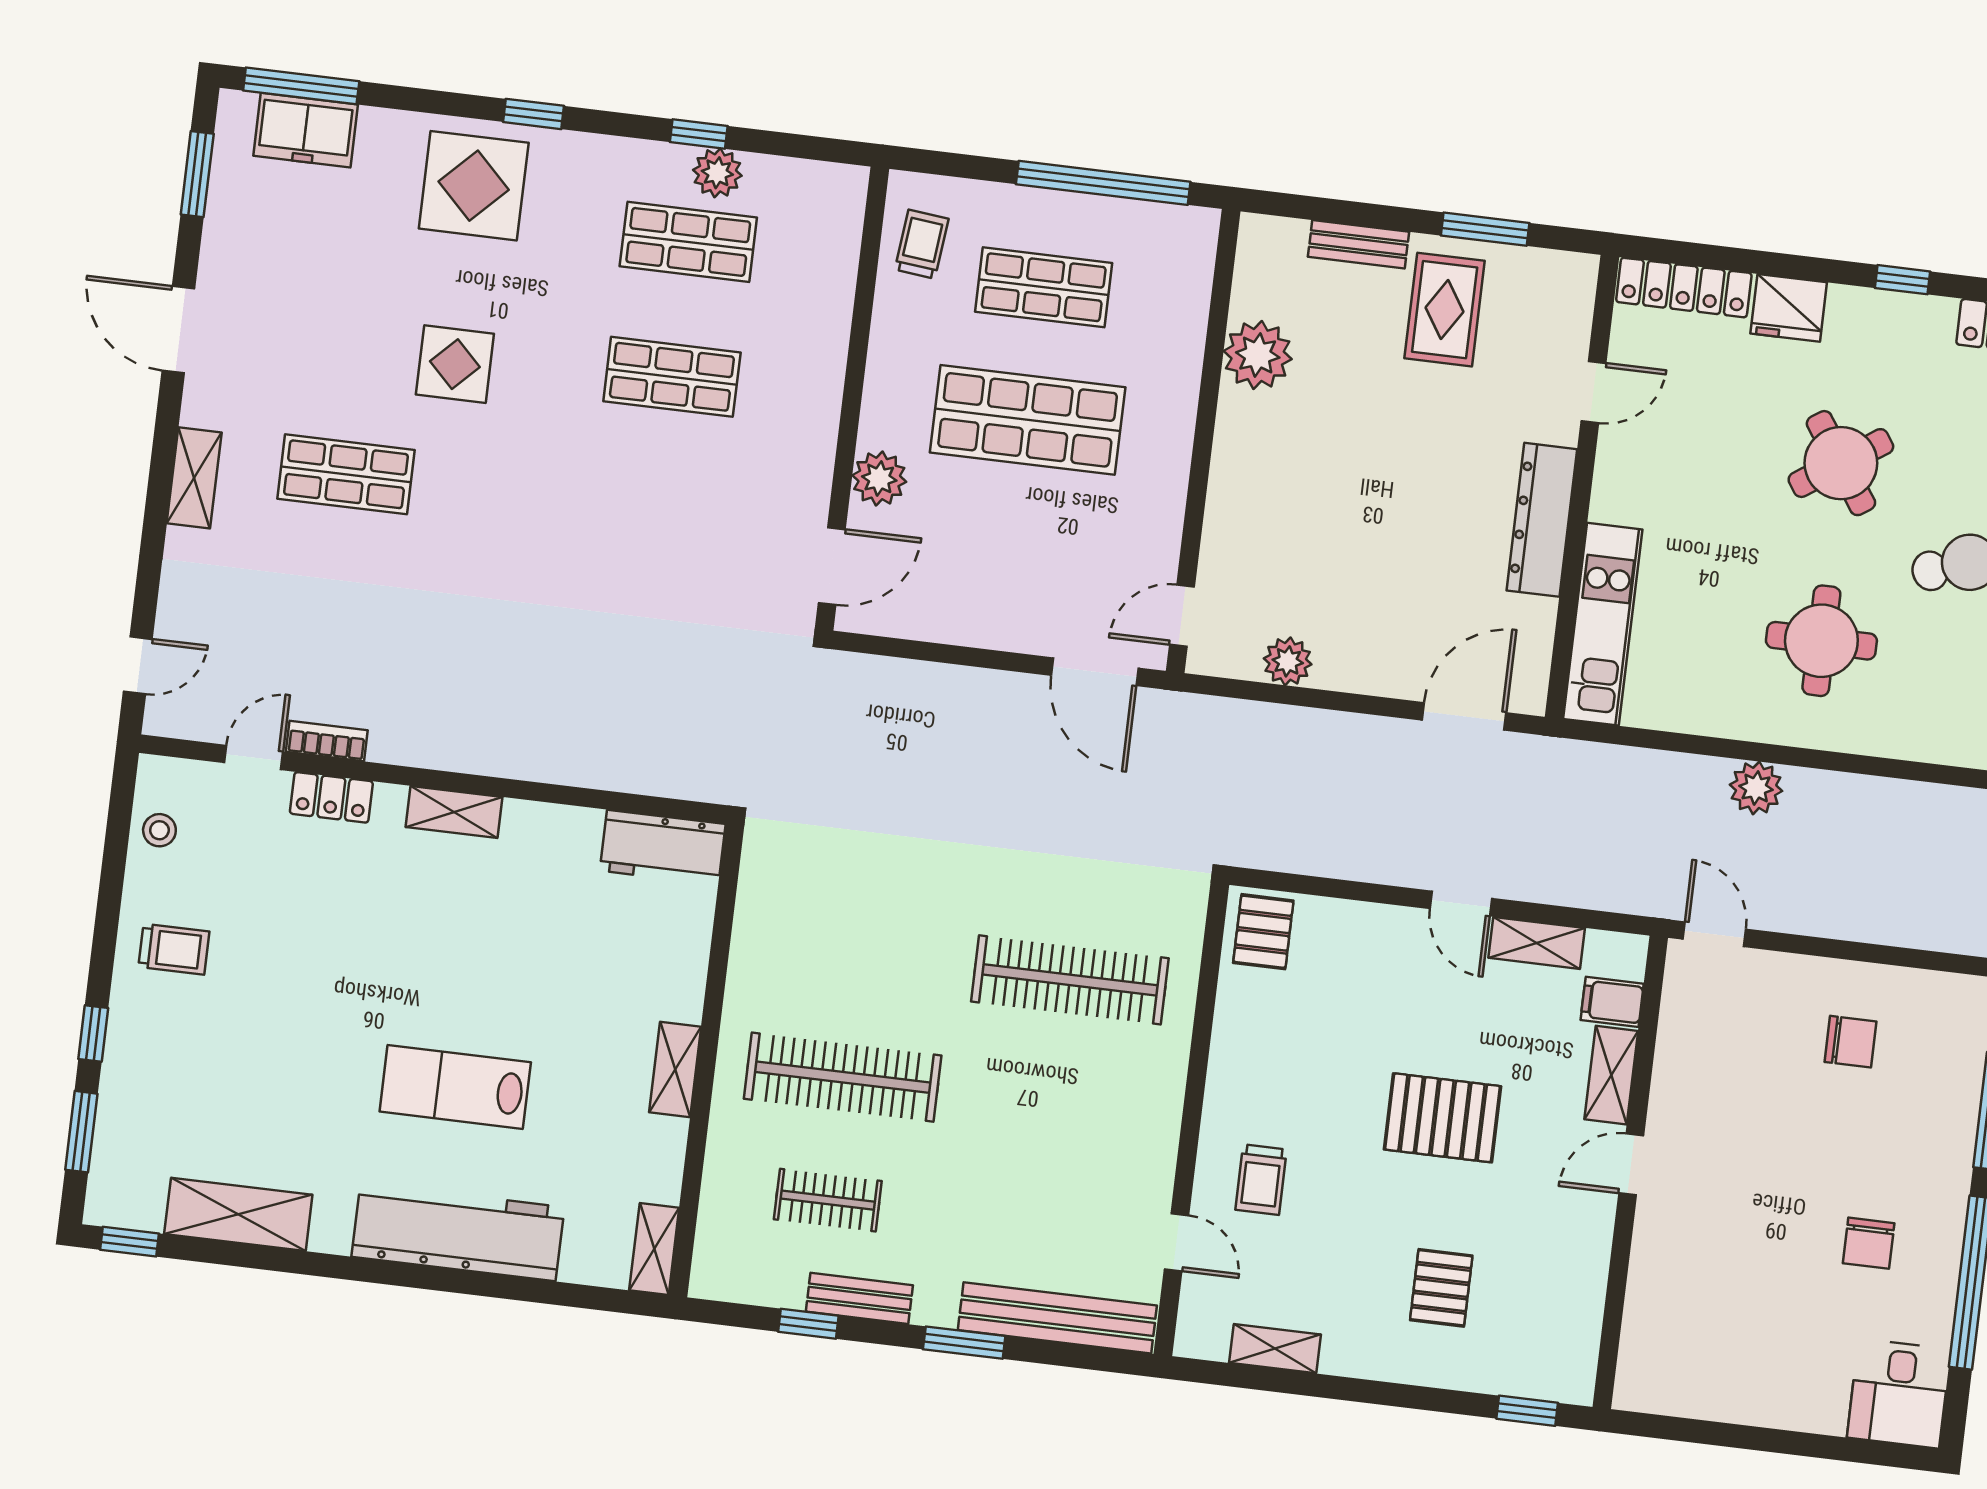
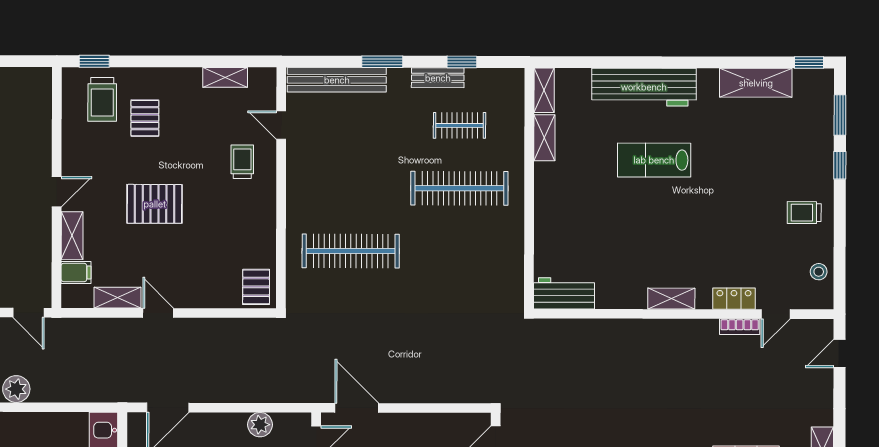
shelving: (675, 1069) -> (544, 138), moved
lab bench: (455, 1087) -> (654, 160), turned 180
trolley: (1520, 1334) -> (102, 99), added

